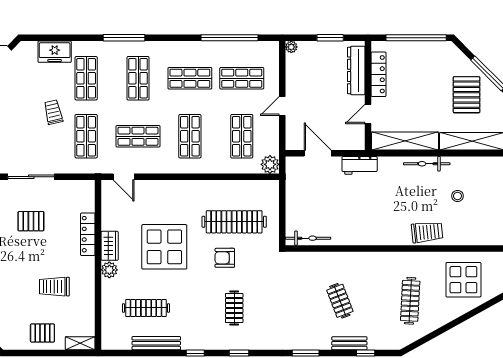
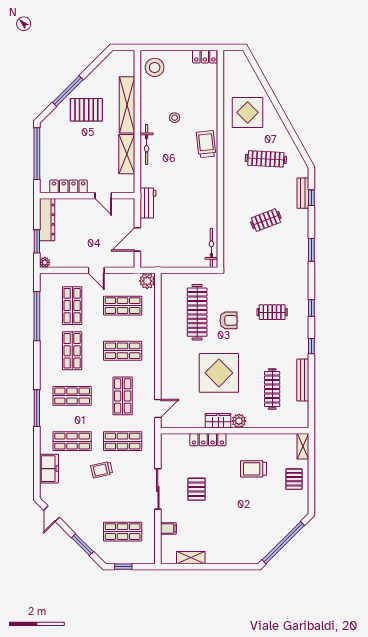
window: (330, 38) -> (37, 241), moved
dresser: (356, 70) -> (47, 220), moved, turned -90
shelving: (405, 141) -> (127, 154), width x0.68
armchair: (225, 258) -> (228, 320), turned -90
trolley: (54, 287) -> (253, 469), turned 90
bench: (349, 343) -> (303, 193), moved

